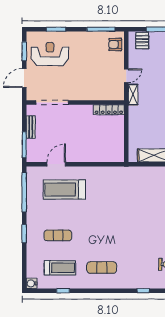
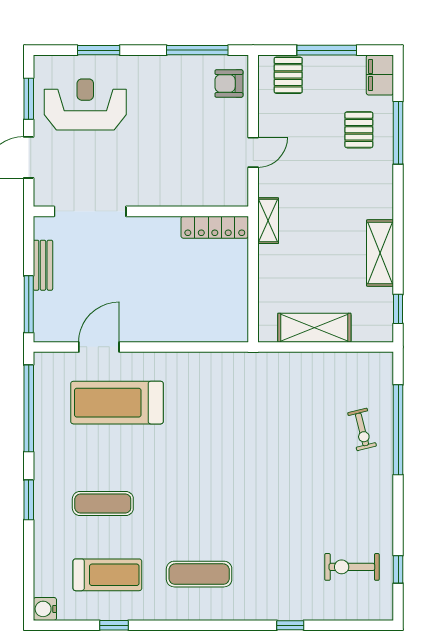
shelving: (133, 95) -> (268, 221), moved

